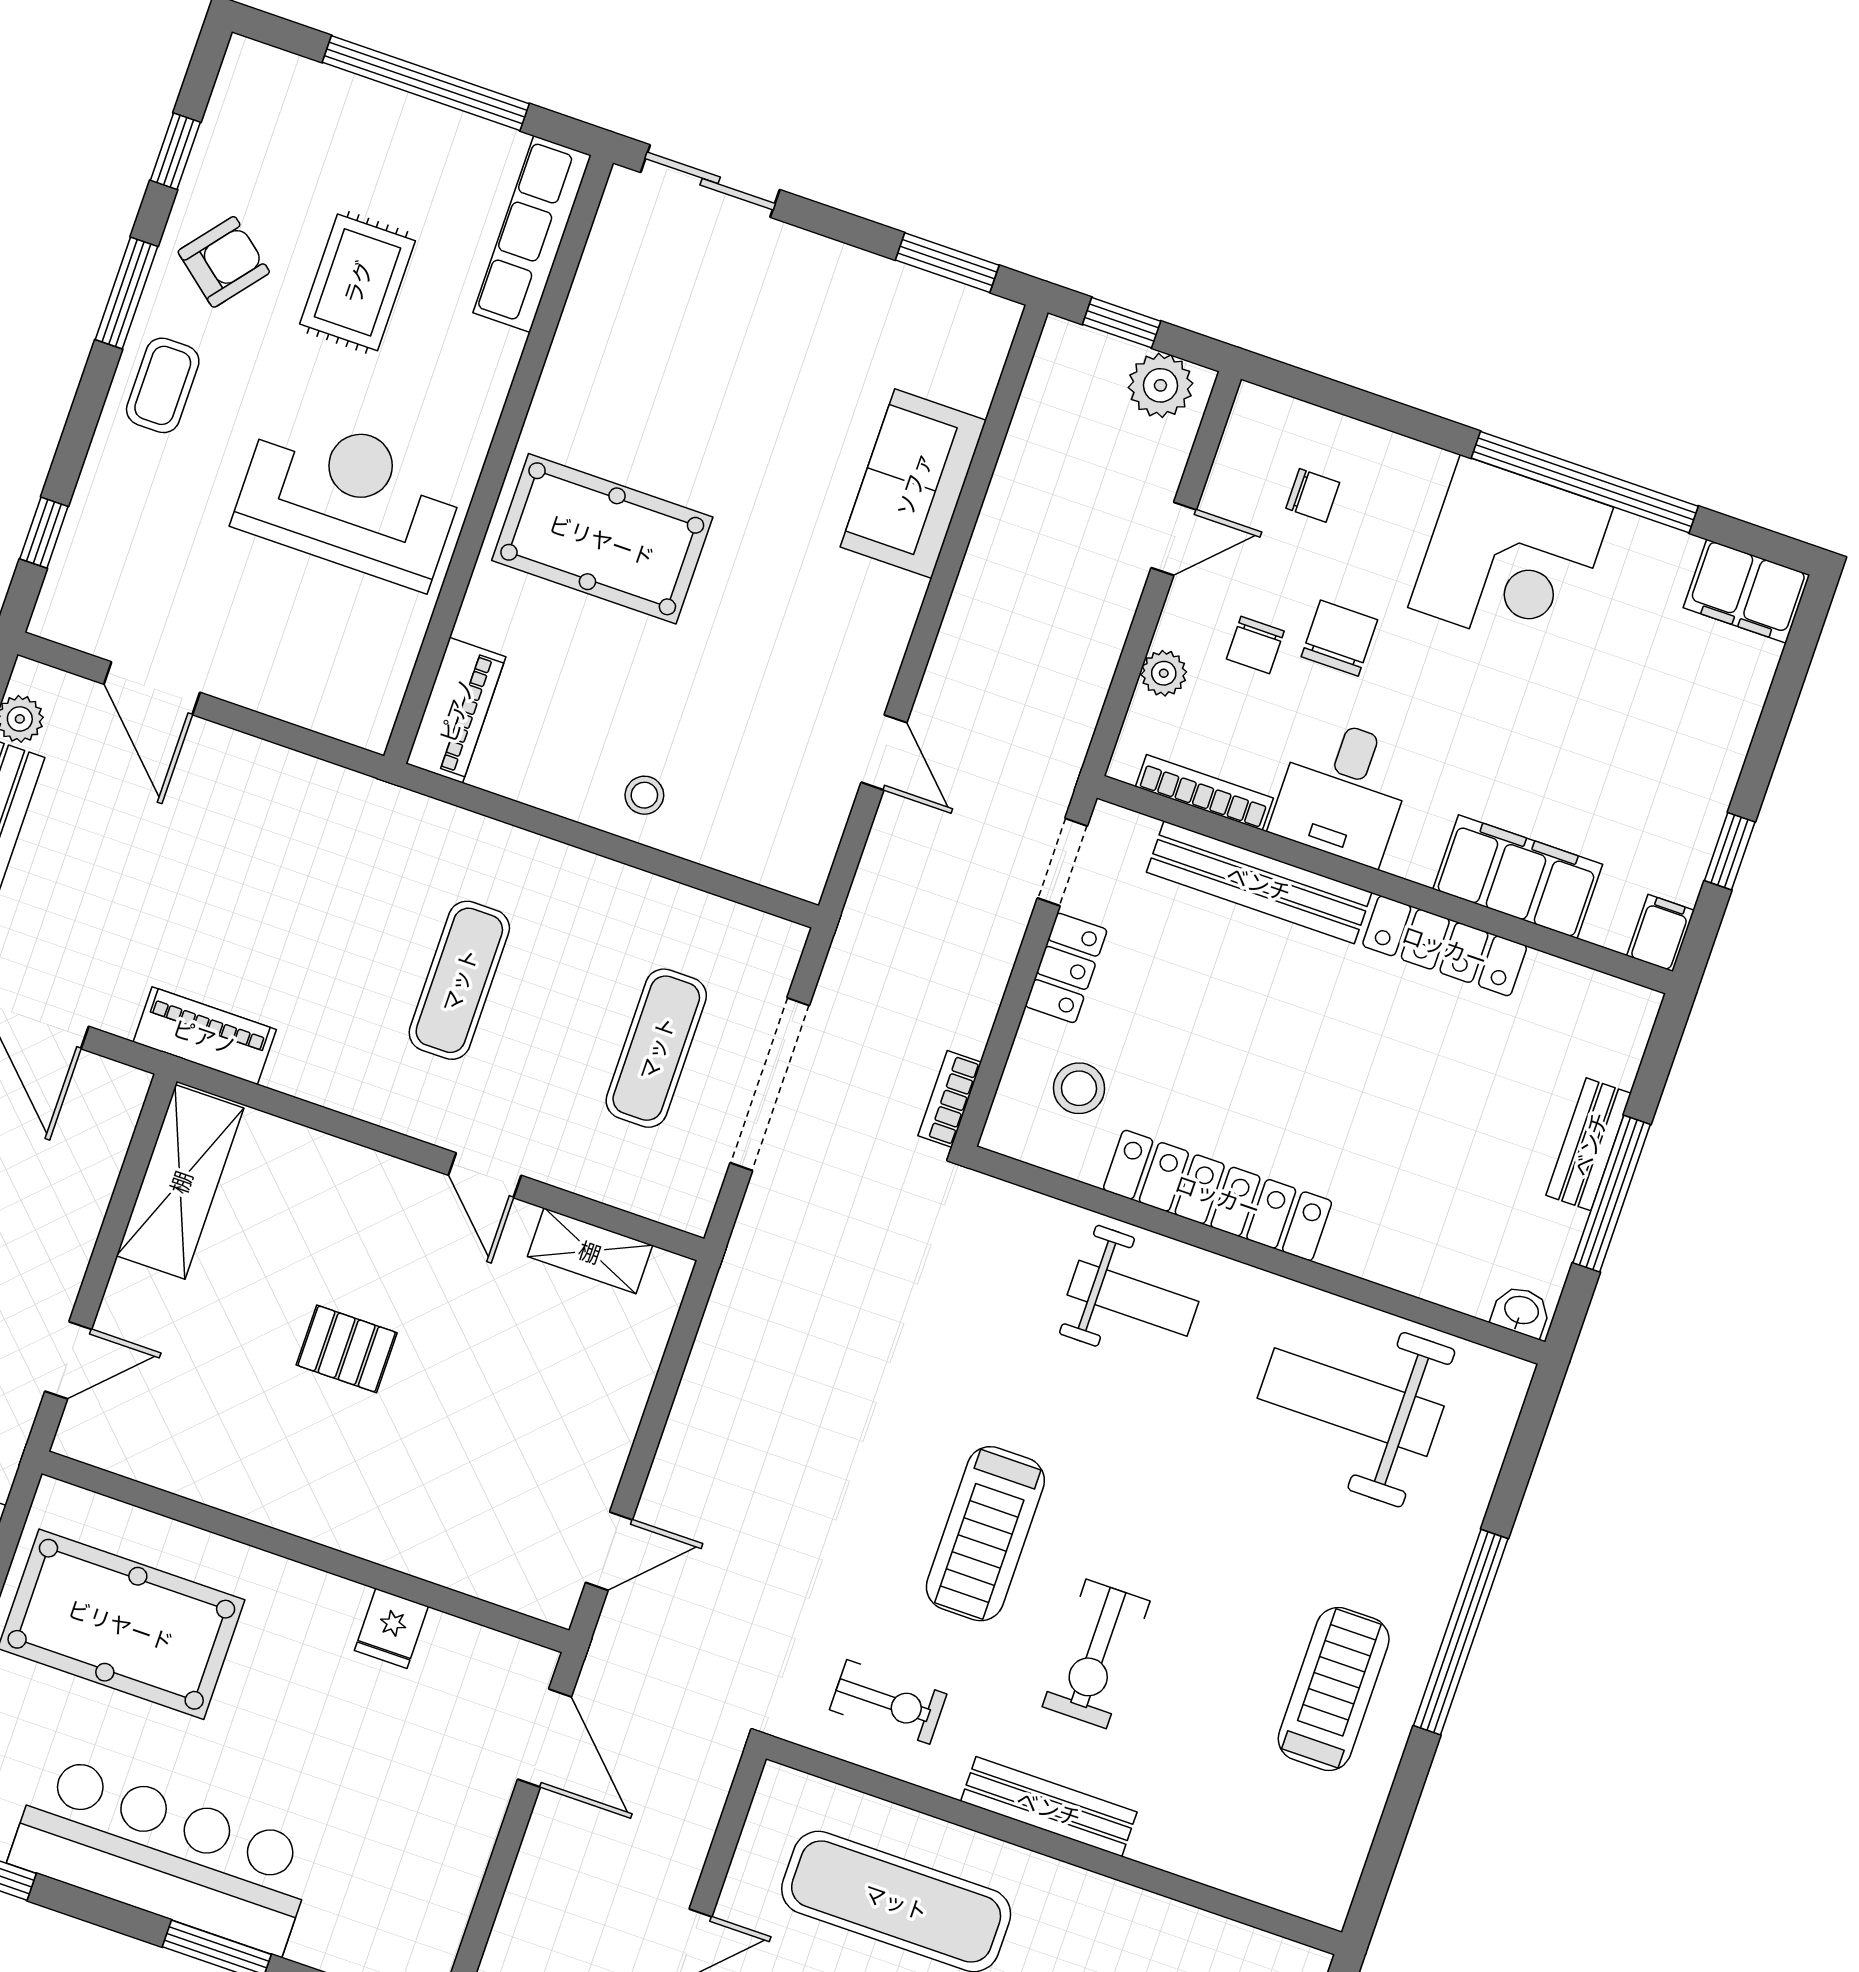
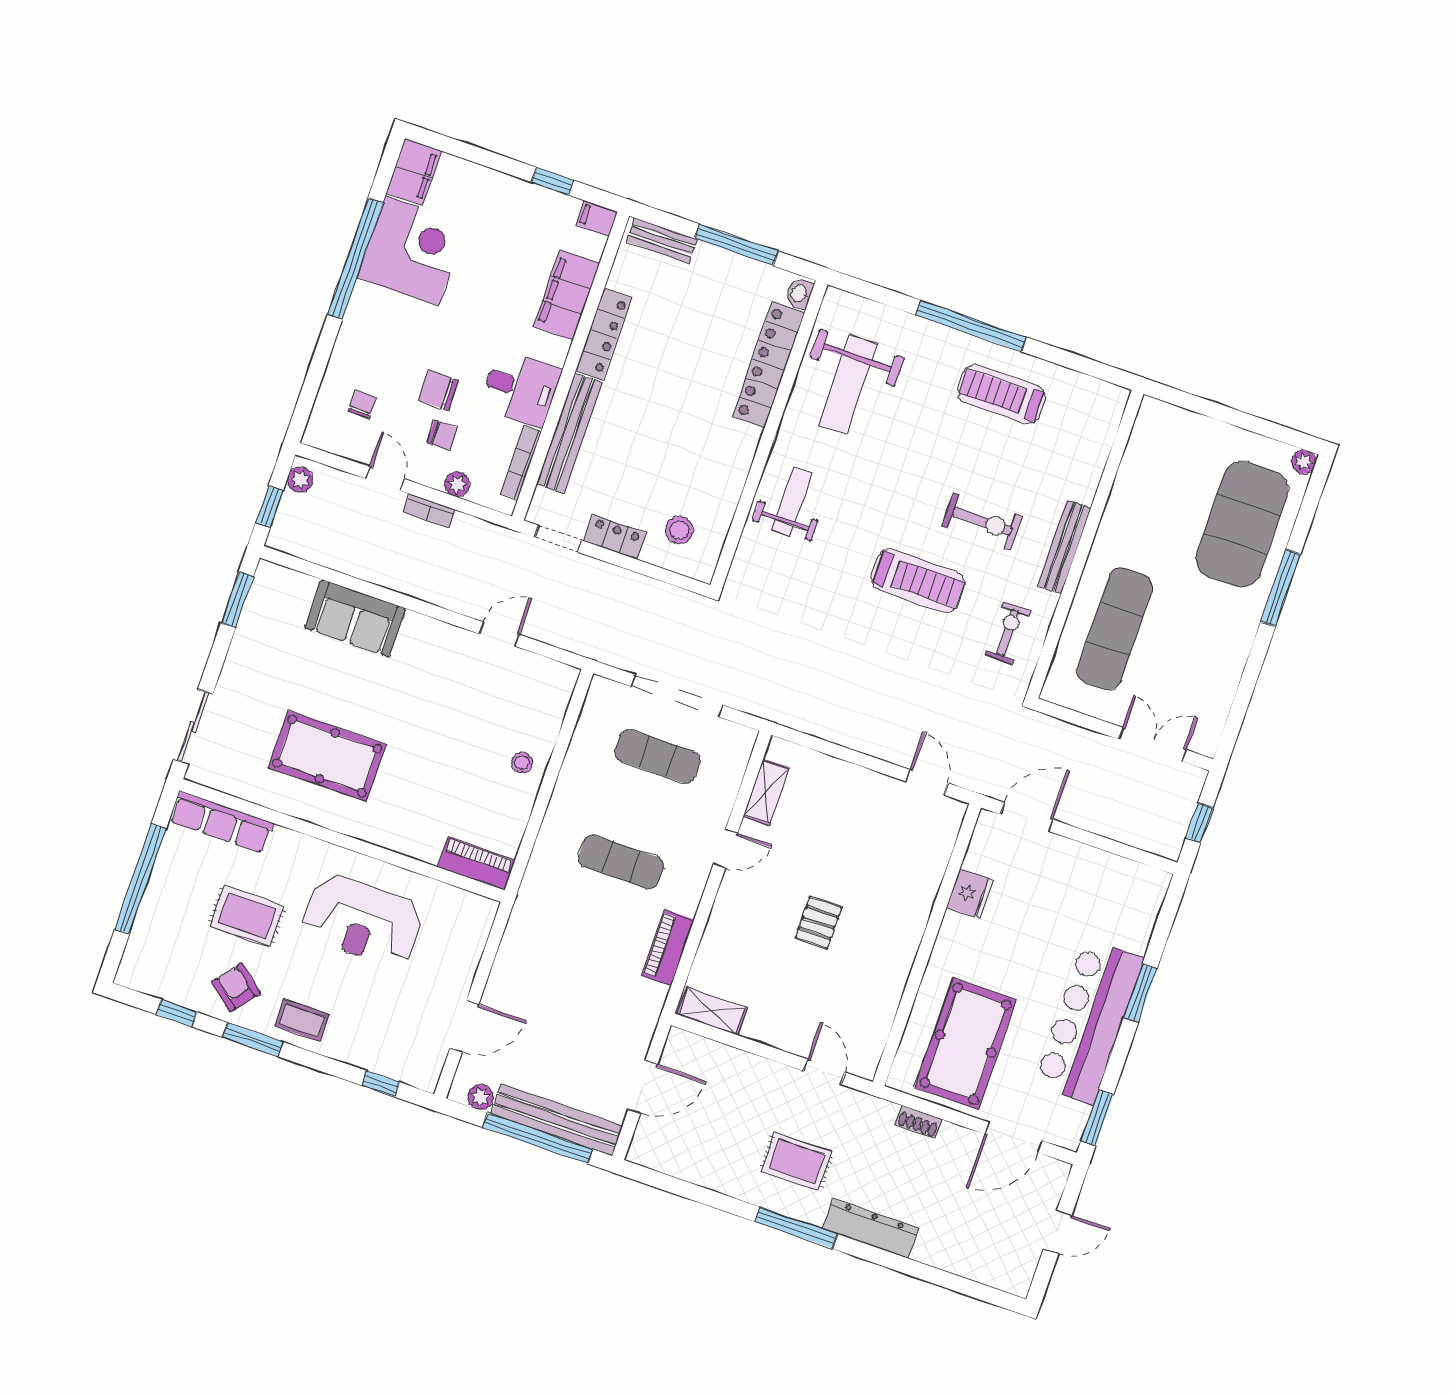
plant: (1160, 385) -> (300, 480), width x0.73, depth x0.73
reception desk: (349, 498) -> (363, 920), turned -90
pool table: (602, 539) -> (327, 756), moved, turned 90
corner desk: (1511, 557) -> (412, 251), moved
piano: (205, 1036) -> (668, 948), moved
bookcase: (950, 1099) -> (429, 511), moved
bench: (1589, 1144) -> (662, 241), moved
shelving: (180, 1182) -> (712, 1011), width x0.67, depth x0.75
locker: (1218, 1195) -> (768, 365), moved
fridge: (391, 1628) -> (970, 893), width x1.38

